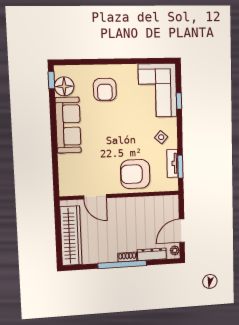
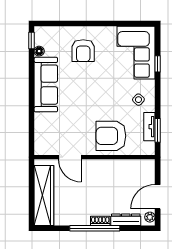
floor lamp: (64, 86) -> (39, 51), width x0.53, depth x0.53

